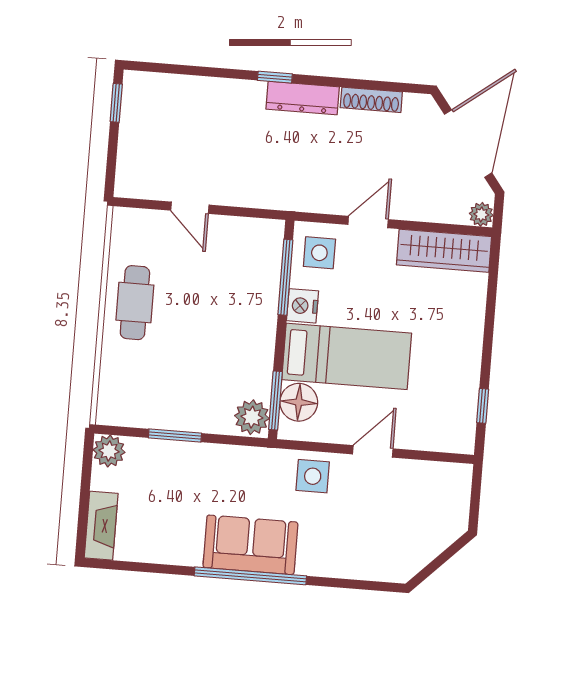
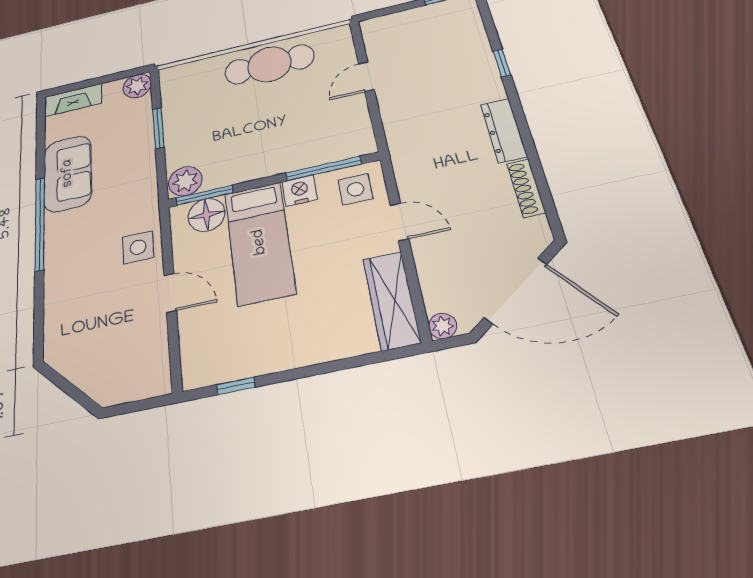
window: (275, 77) -> (502, 63), moved
cafe table: (135, 303) -> (269, 64), width x1.37, depth x1.35
sofa: (250, 545) -> (68, 173), moved

